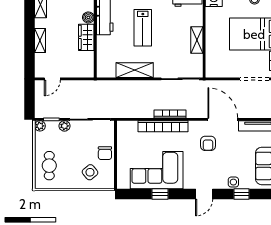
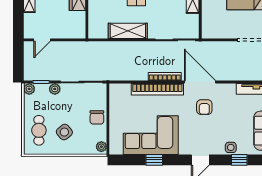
door: (223, 119) -> (200, 82), moved
side table: (90, 172) -> (64, 132), moved
plant: (109, 181) -> (101, 147), added

